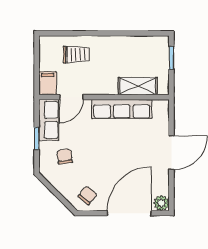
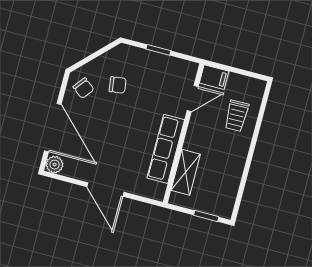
door: (71, 97) -> (193, 99), swing flipped
row of seats: (49, 120) -> (175, 68), removed
chair: (65, 156) -> (118, 85), moved

